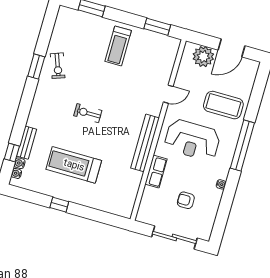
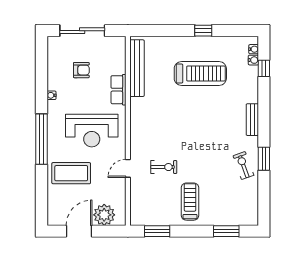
exercise bike: (88, 113) -> (164, 167), moved
reception desk: (192, 140) -> (92, 131), turned 180
bench: (27, 143) -> (252, 120), moved
bench: (145, 143) -> (137, 68), moved

